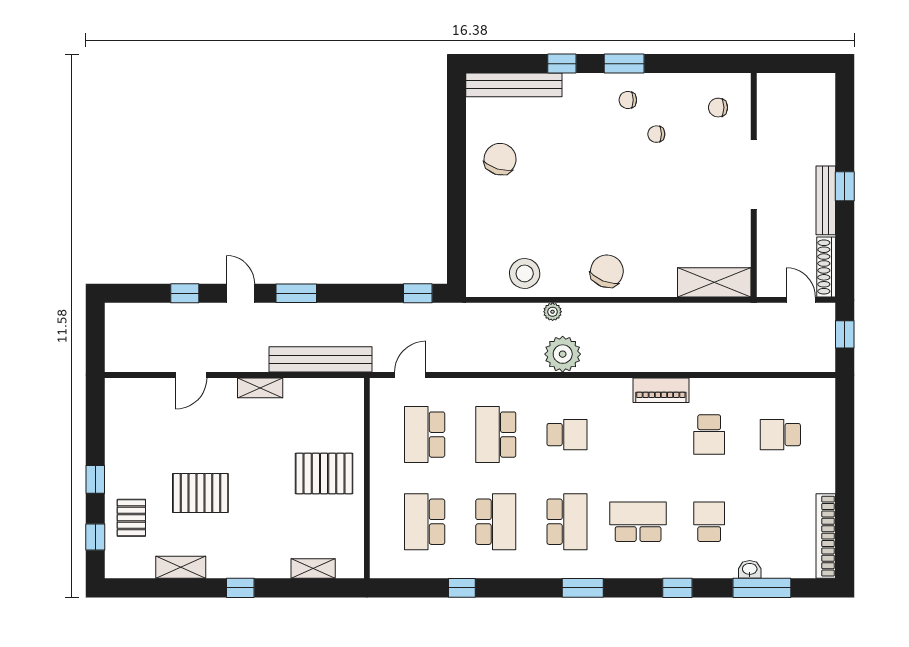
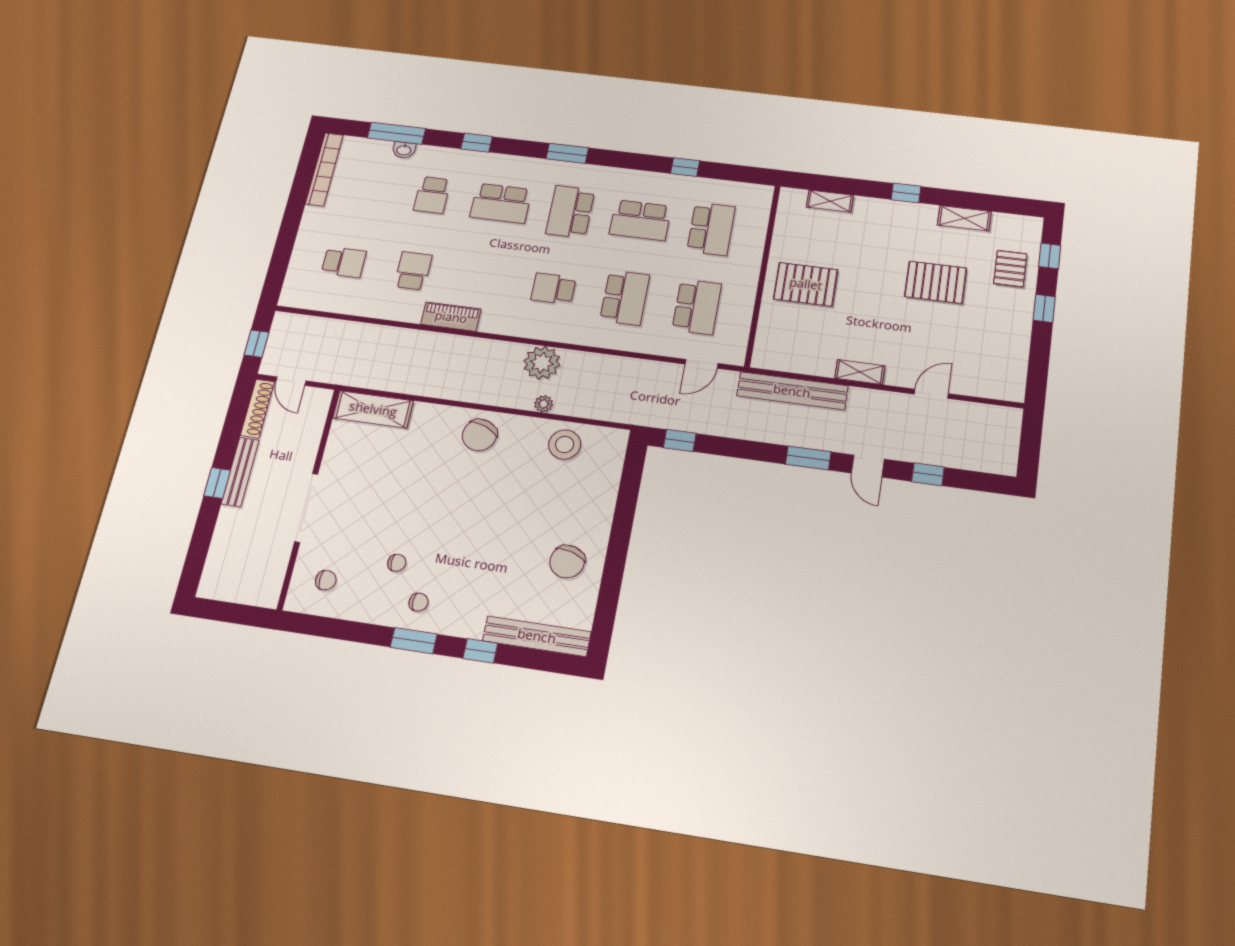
school desk: (496, 522) -> (640, 220), turned -90

